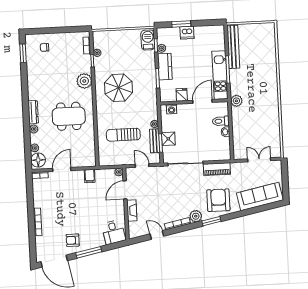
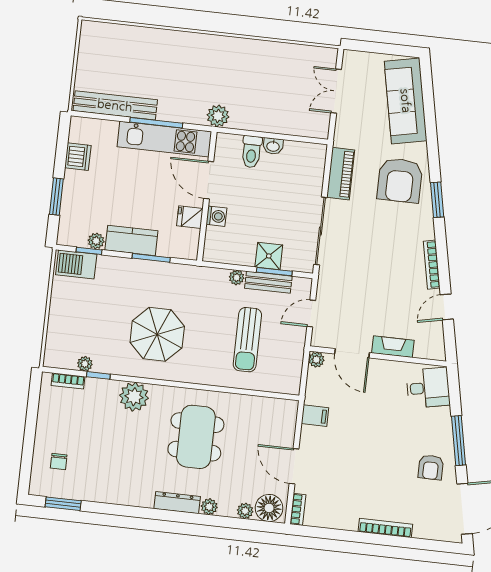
dishwasher: (187, 33) -> (78, 157), moved
washing machine: (172, 109) -> (216, 216), moved
armchair: (218, 200) -> (400, 180), turned -90
plant: (196, 216) -> (423, 228), removed

